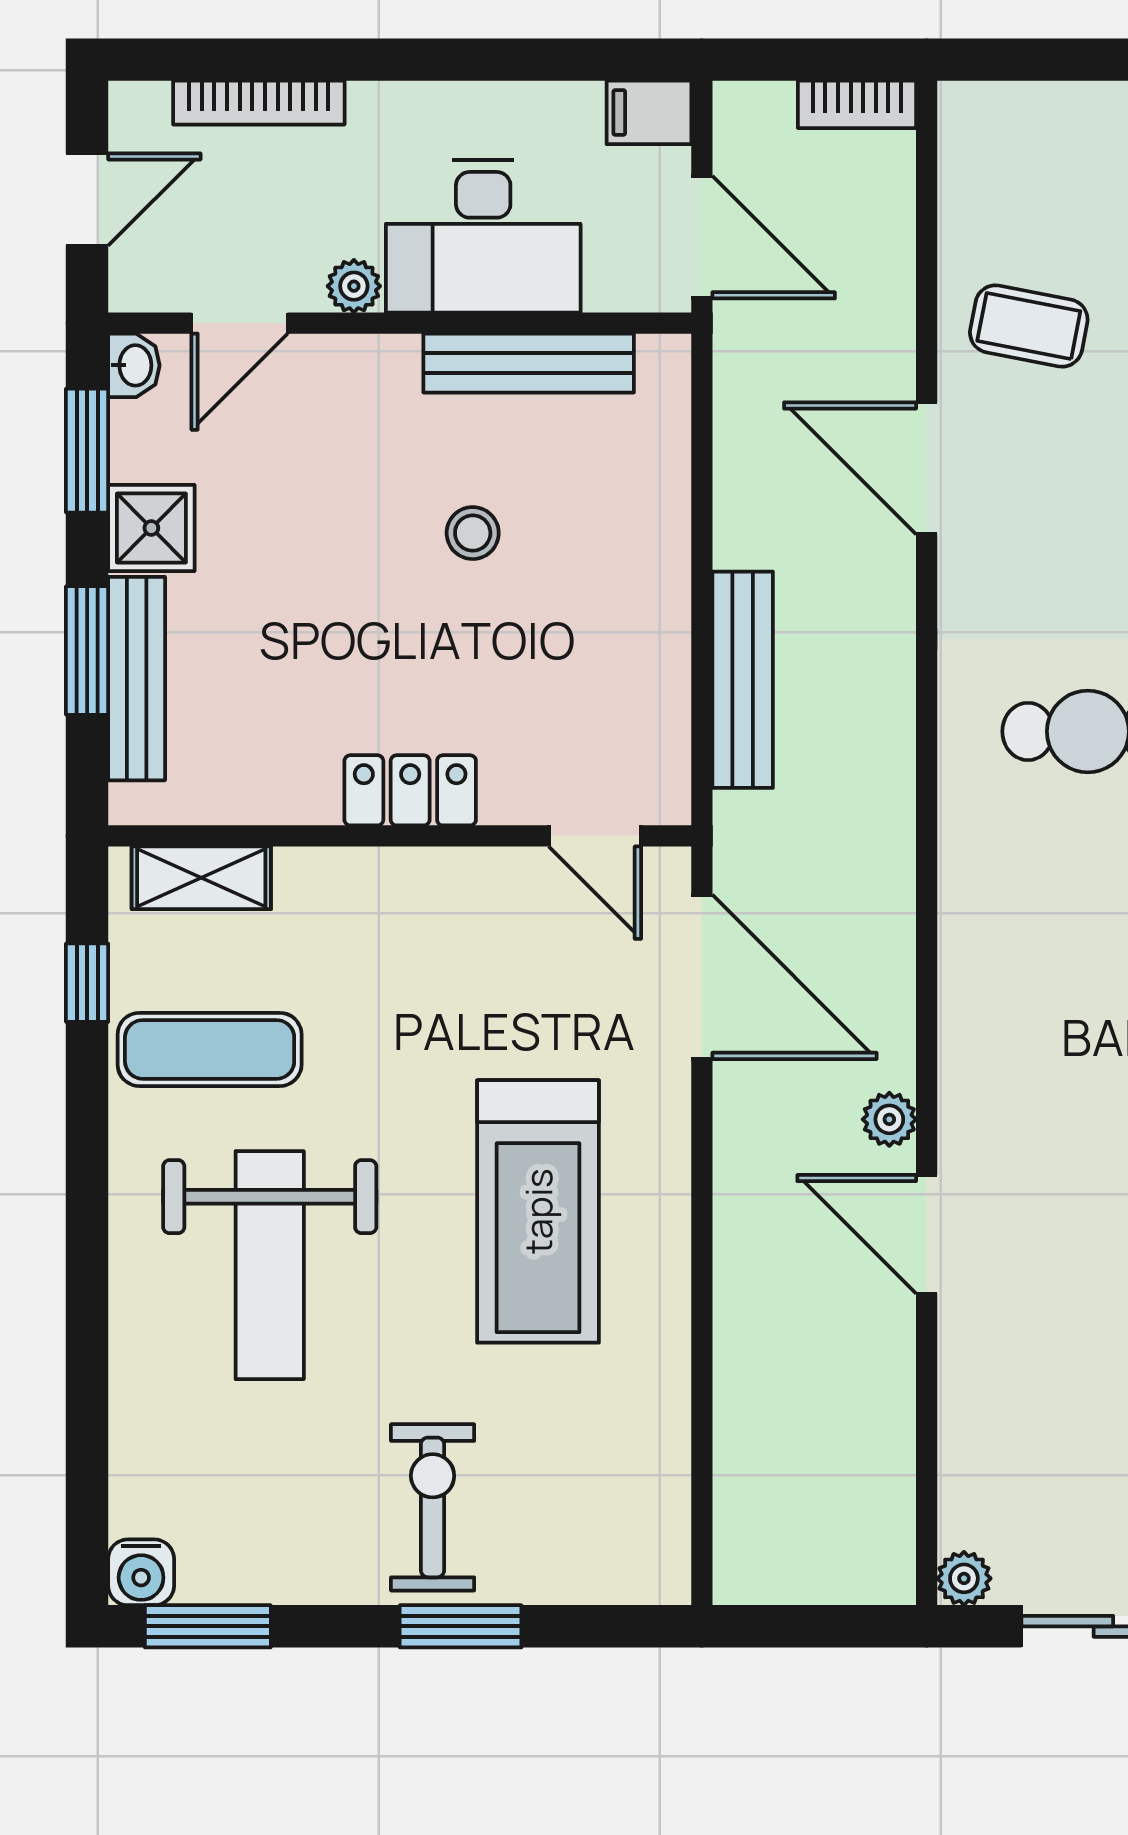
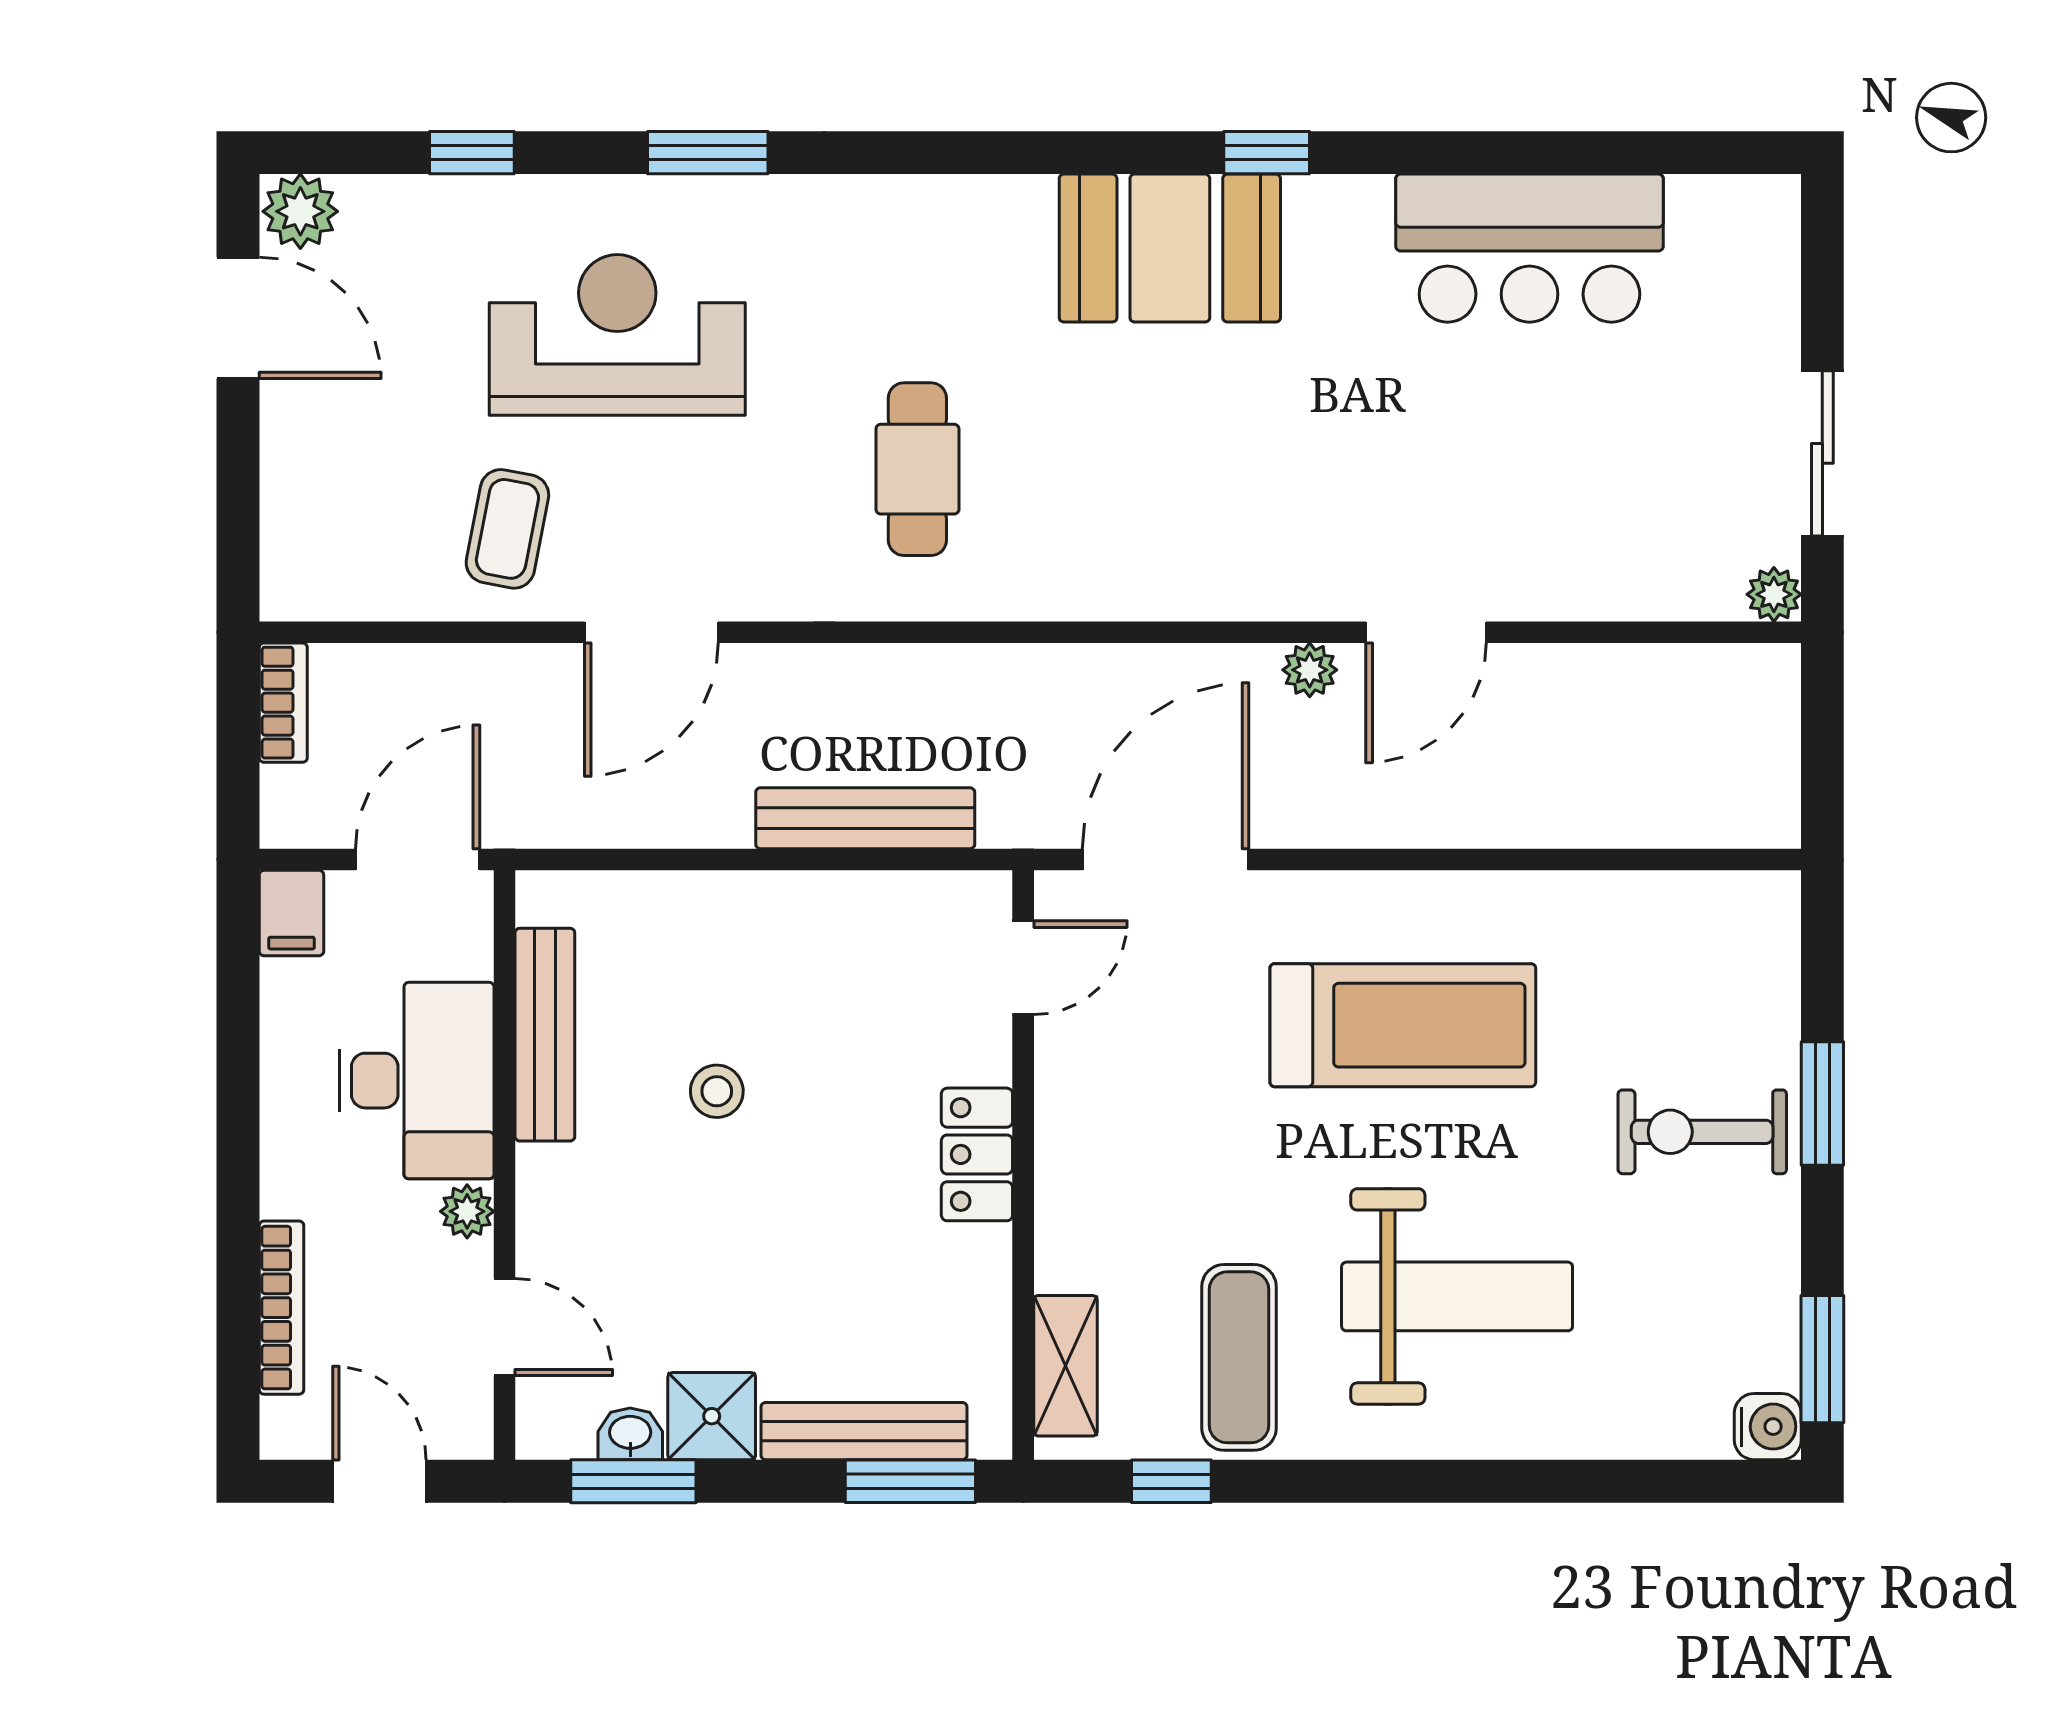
washbasin: (134, 365) -> (630, 1434), moved
window: (87, 651) -> (910, 1481), moved

